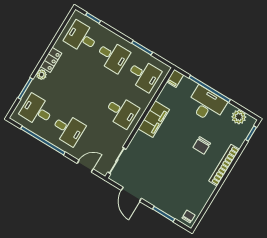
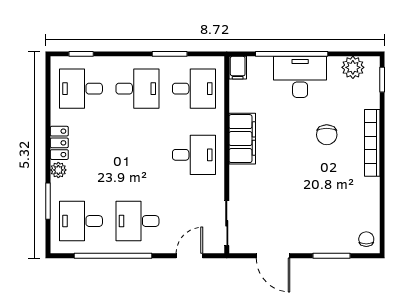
desk: (68, 129) -> (137, 221), turned 180

